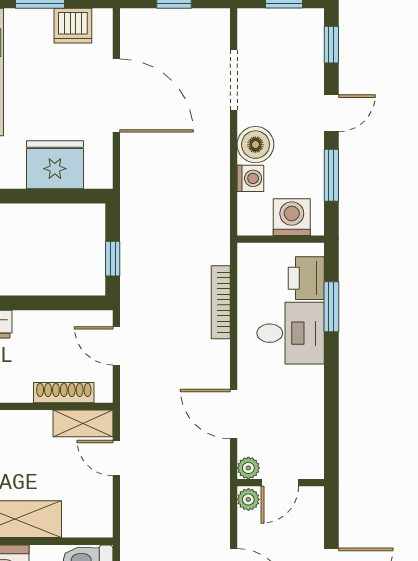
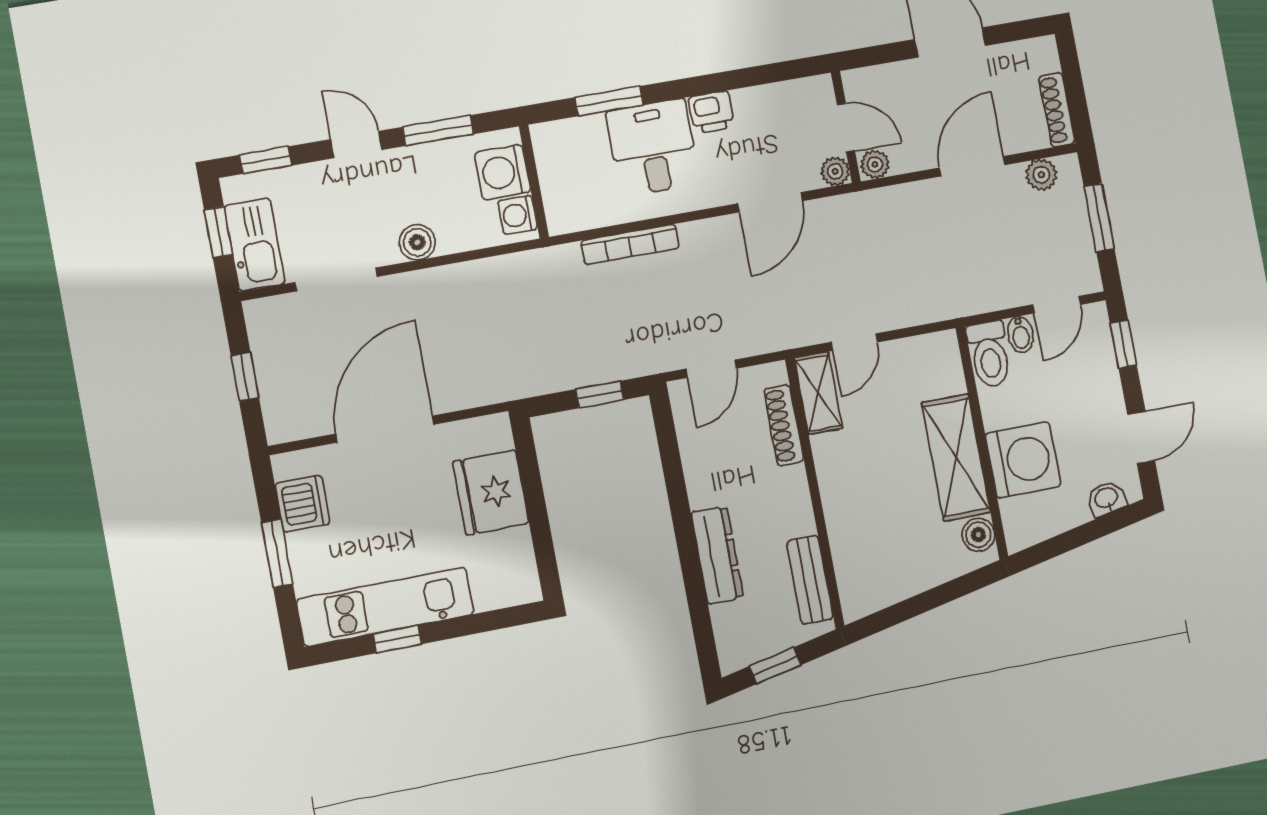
kitchen sink: (270, 25) -> (255, 245), added
boiler: (255, 145) -> (417, 242), width x0.73, depth x0.73
washing machine: (250, 178) -> (518, 215), moved, turned -90
printer: (306, 278) -> (711, 112), moved, width x0.73, depth x0.81

